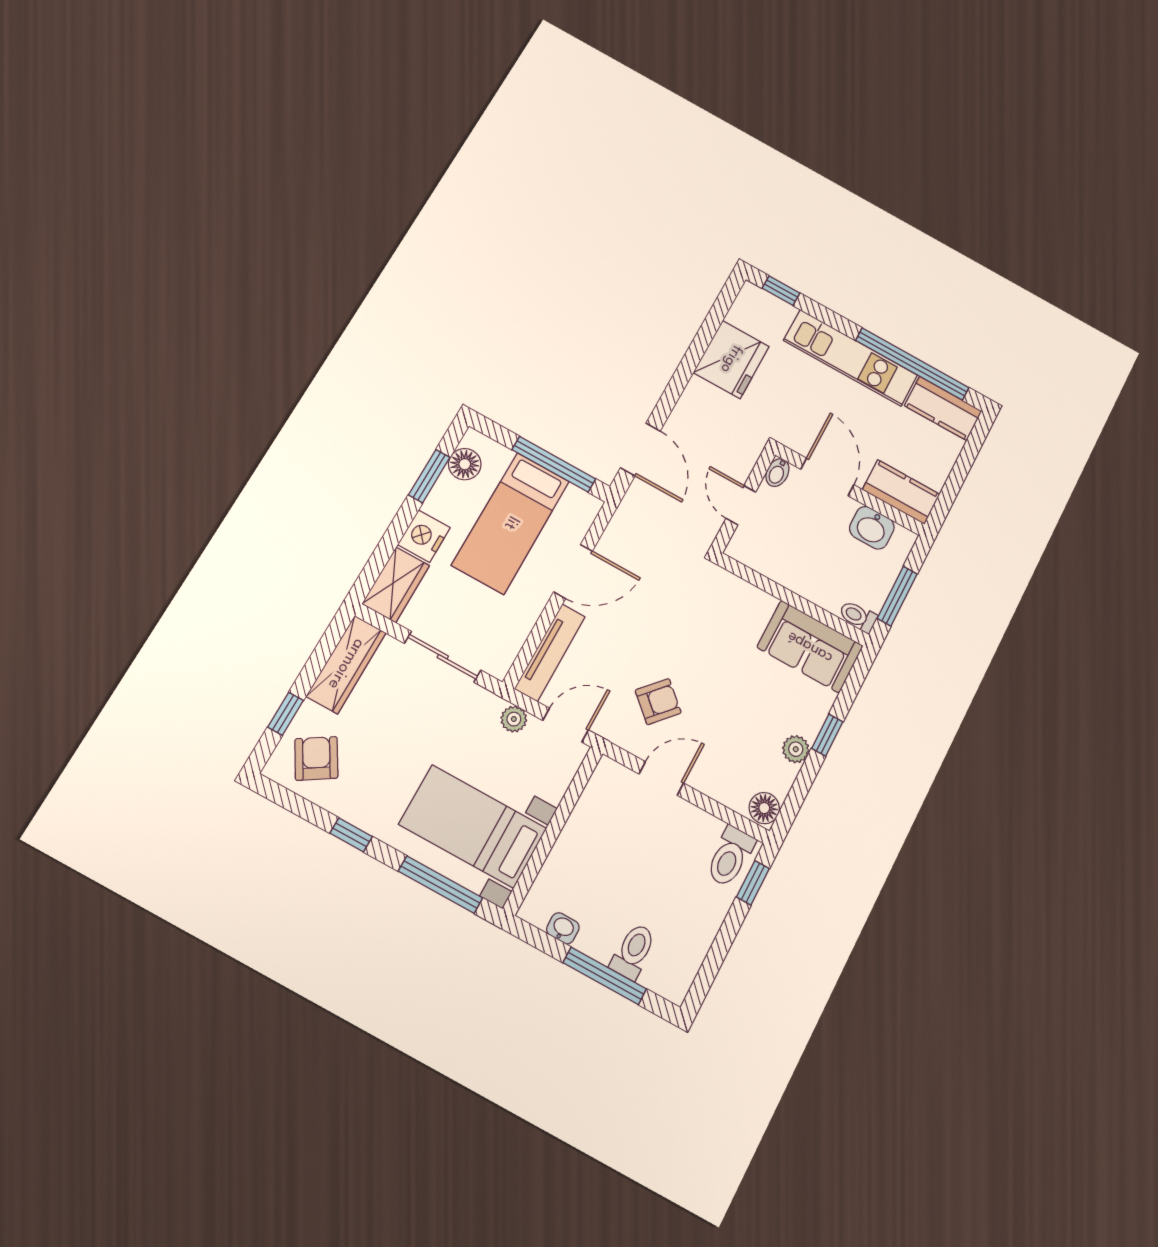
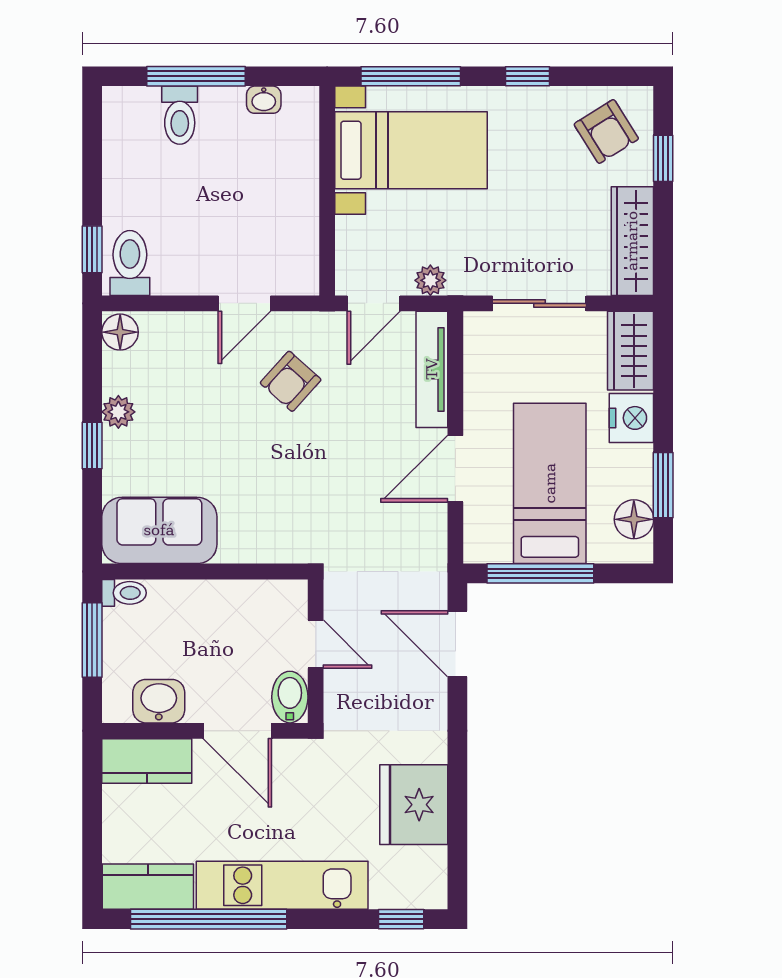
bidet: (777, 473) -> (290, 697), width x1.38, depth x1.36

